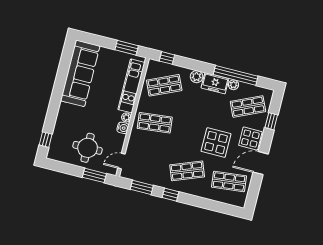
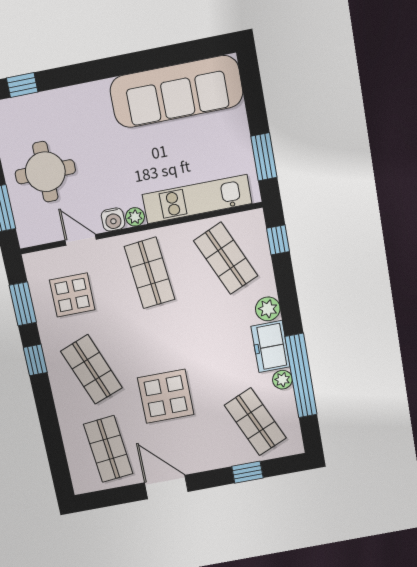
display table: (250, 139) -> (72, 295), moved
door: (121, 161) -> (81, 240), moved

